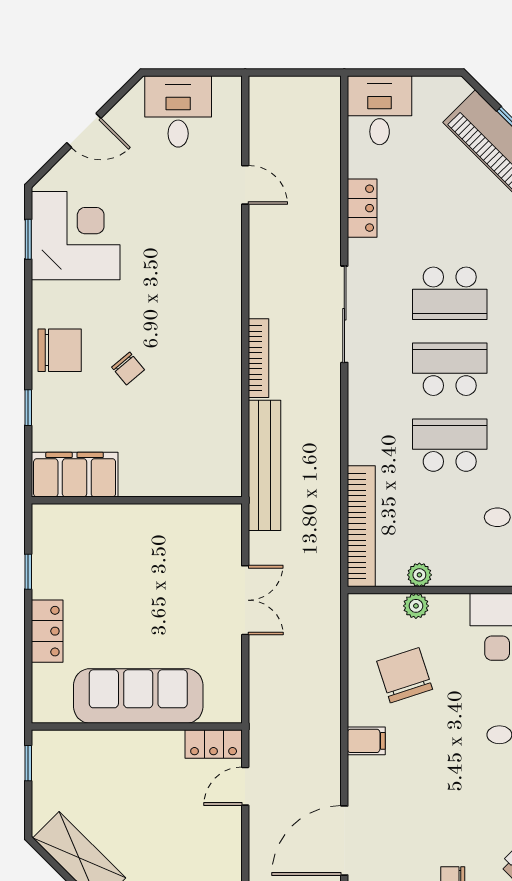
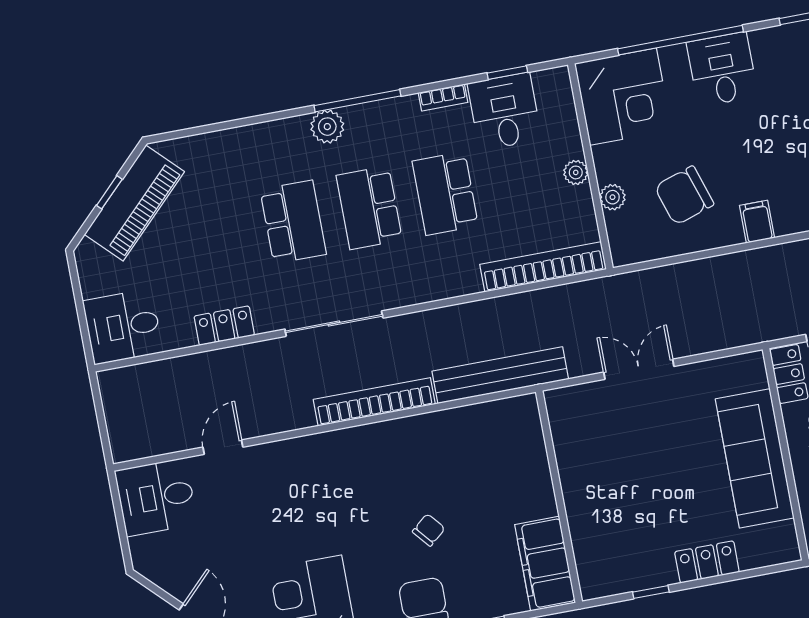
desk: (178, 111) -> (156, 497), moved
bookcase: (258, 358) -> (374, 402), width x1.48, depth x1.31
plant: (419, 575) -> (576, 172), moved

